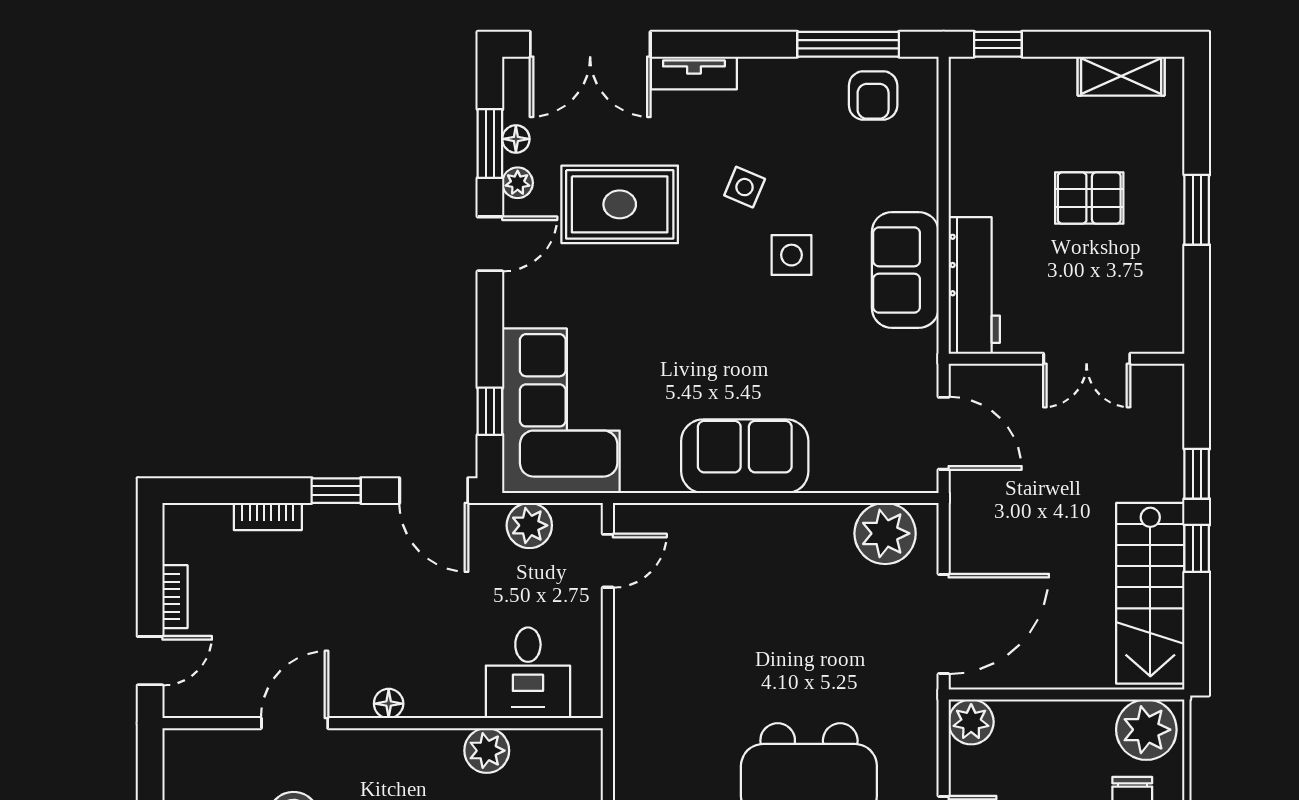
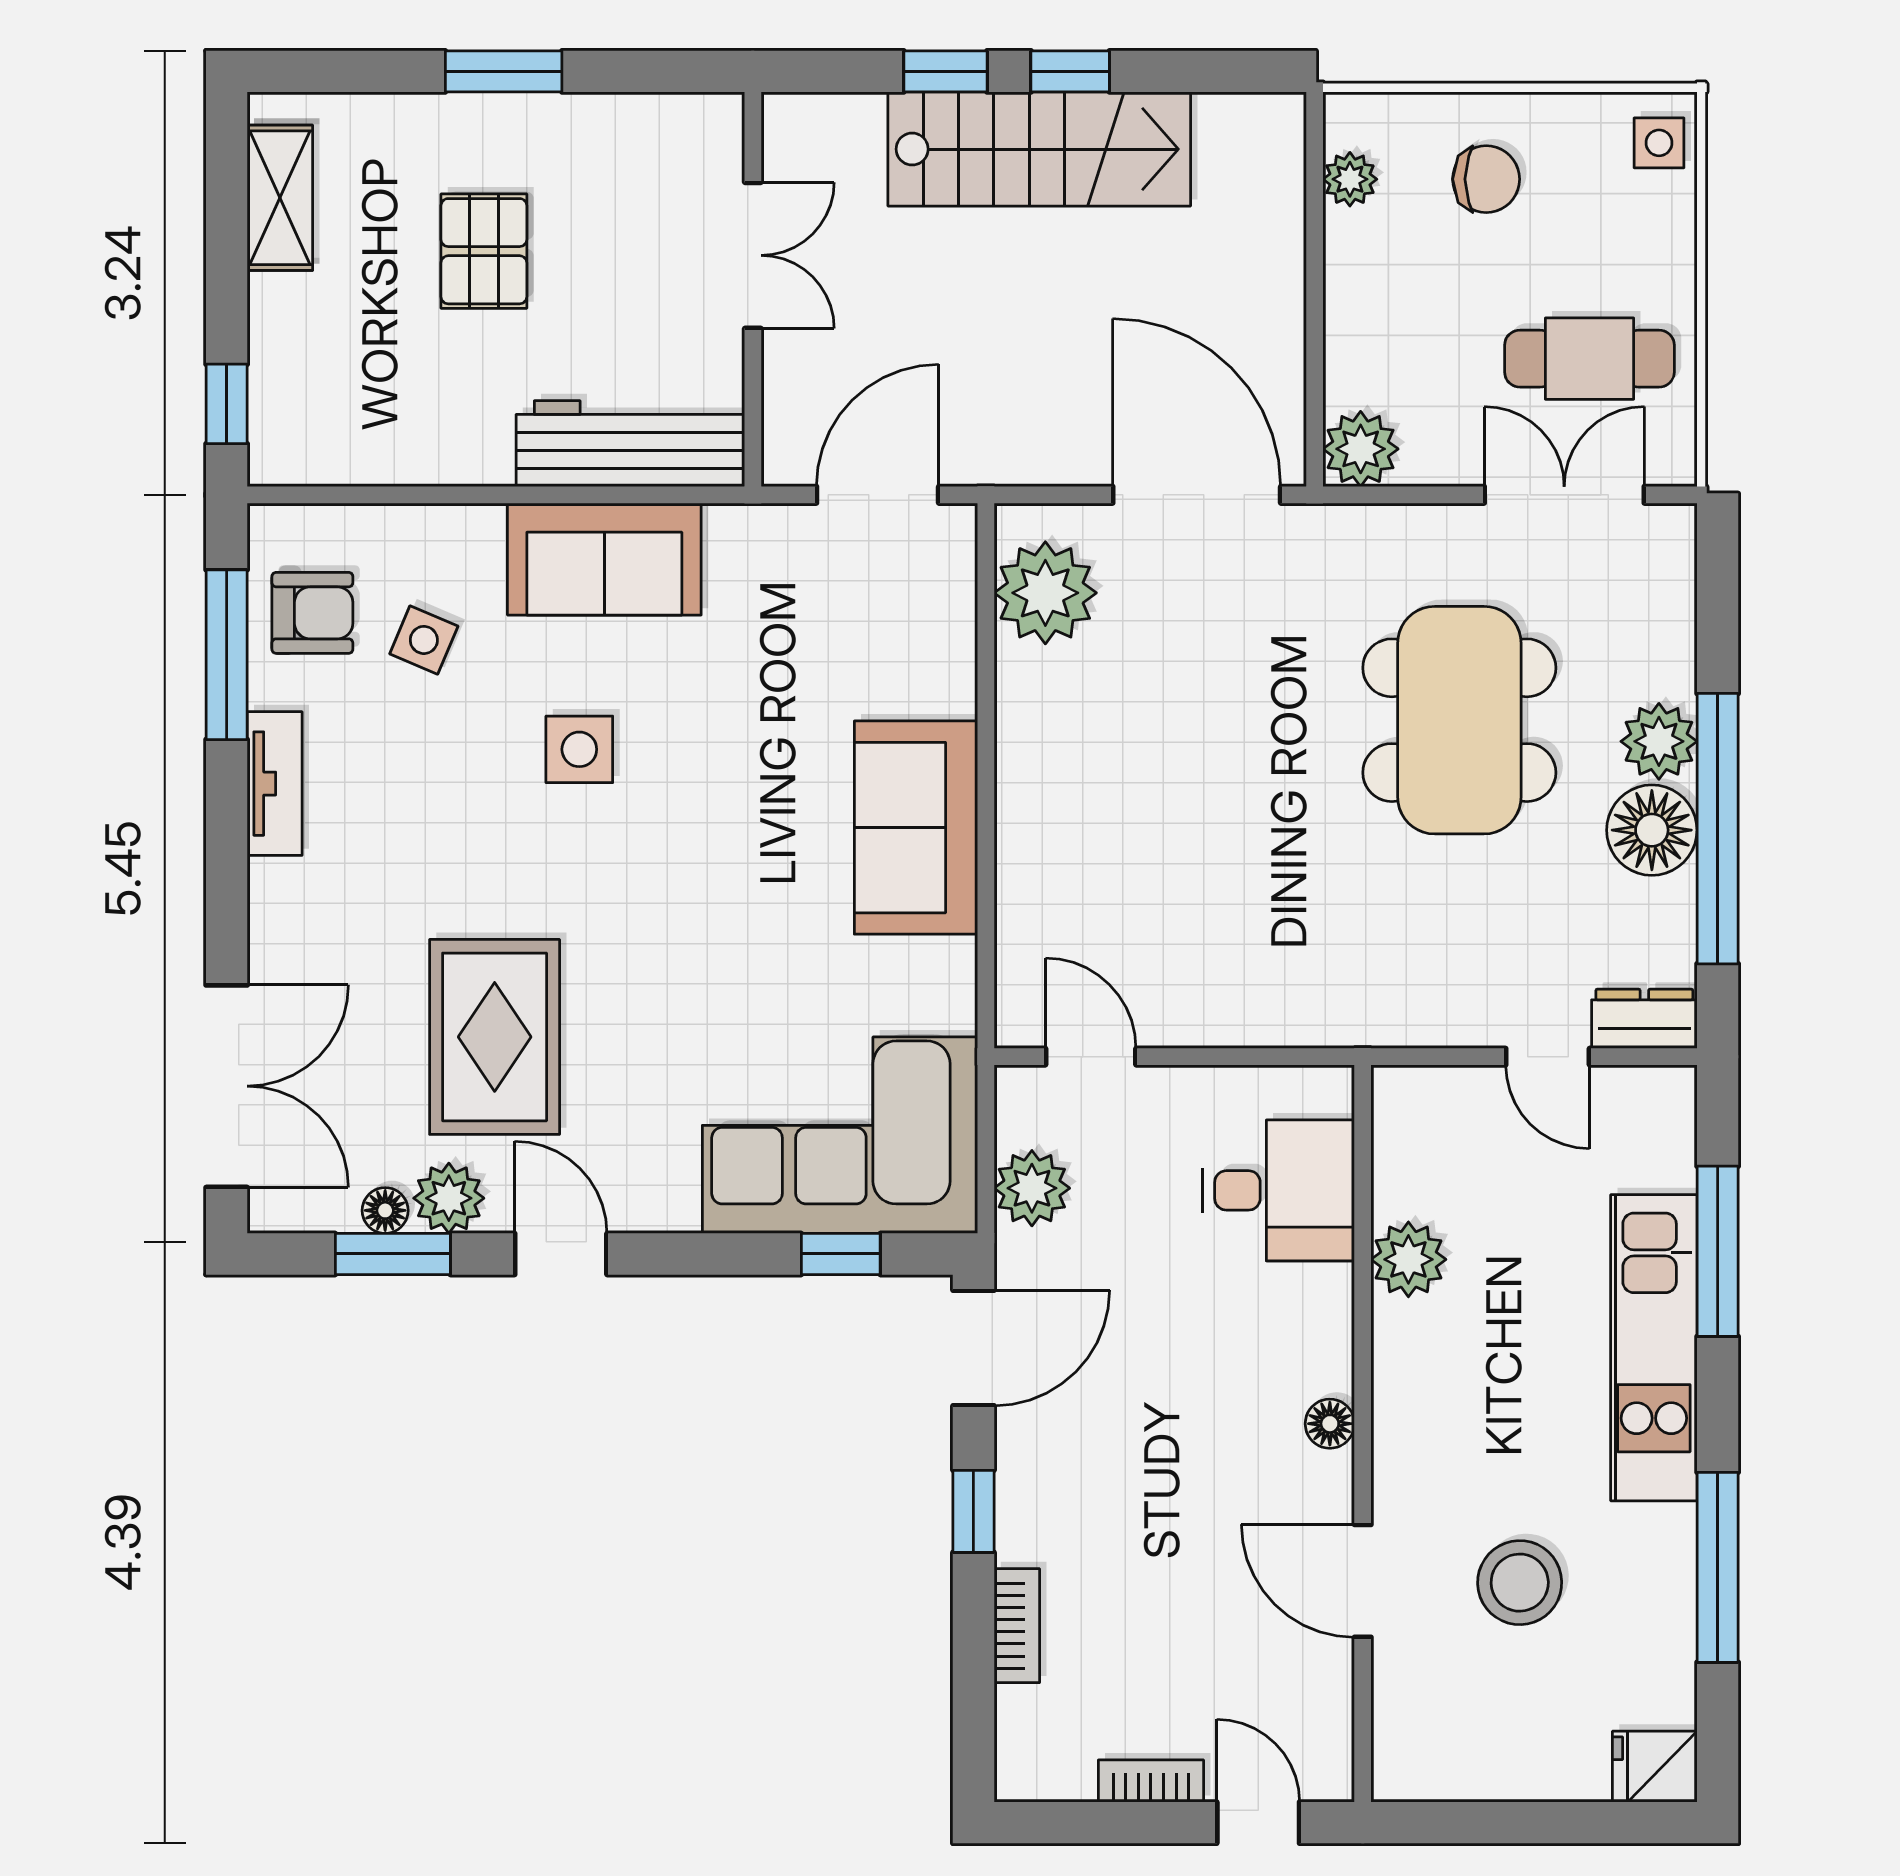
tv unit: (694, 73) -> (275, 784), moved
plant: (518, 183) -> (449, 1198), width x1.38, depth x1.38
side table: (745, 187) -> (424, 640), moved
stairs: (1150, 593) -> (1039, 149), moved
plant: (1146, 730) -> (1350, 179), width x0.53, depth x0.53

